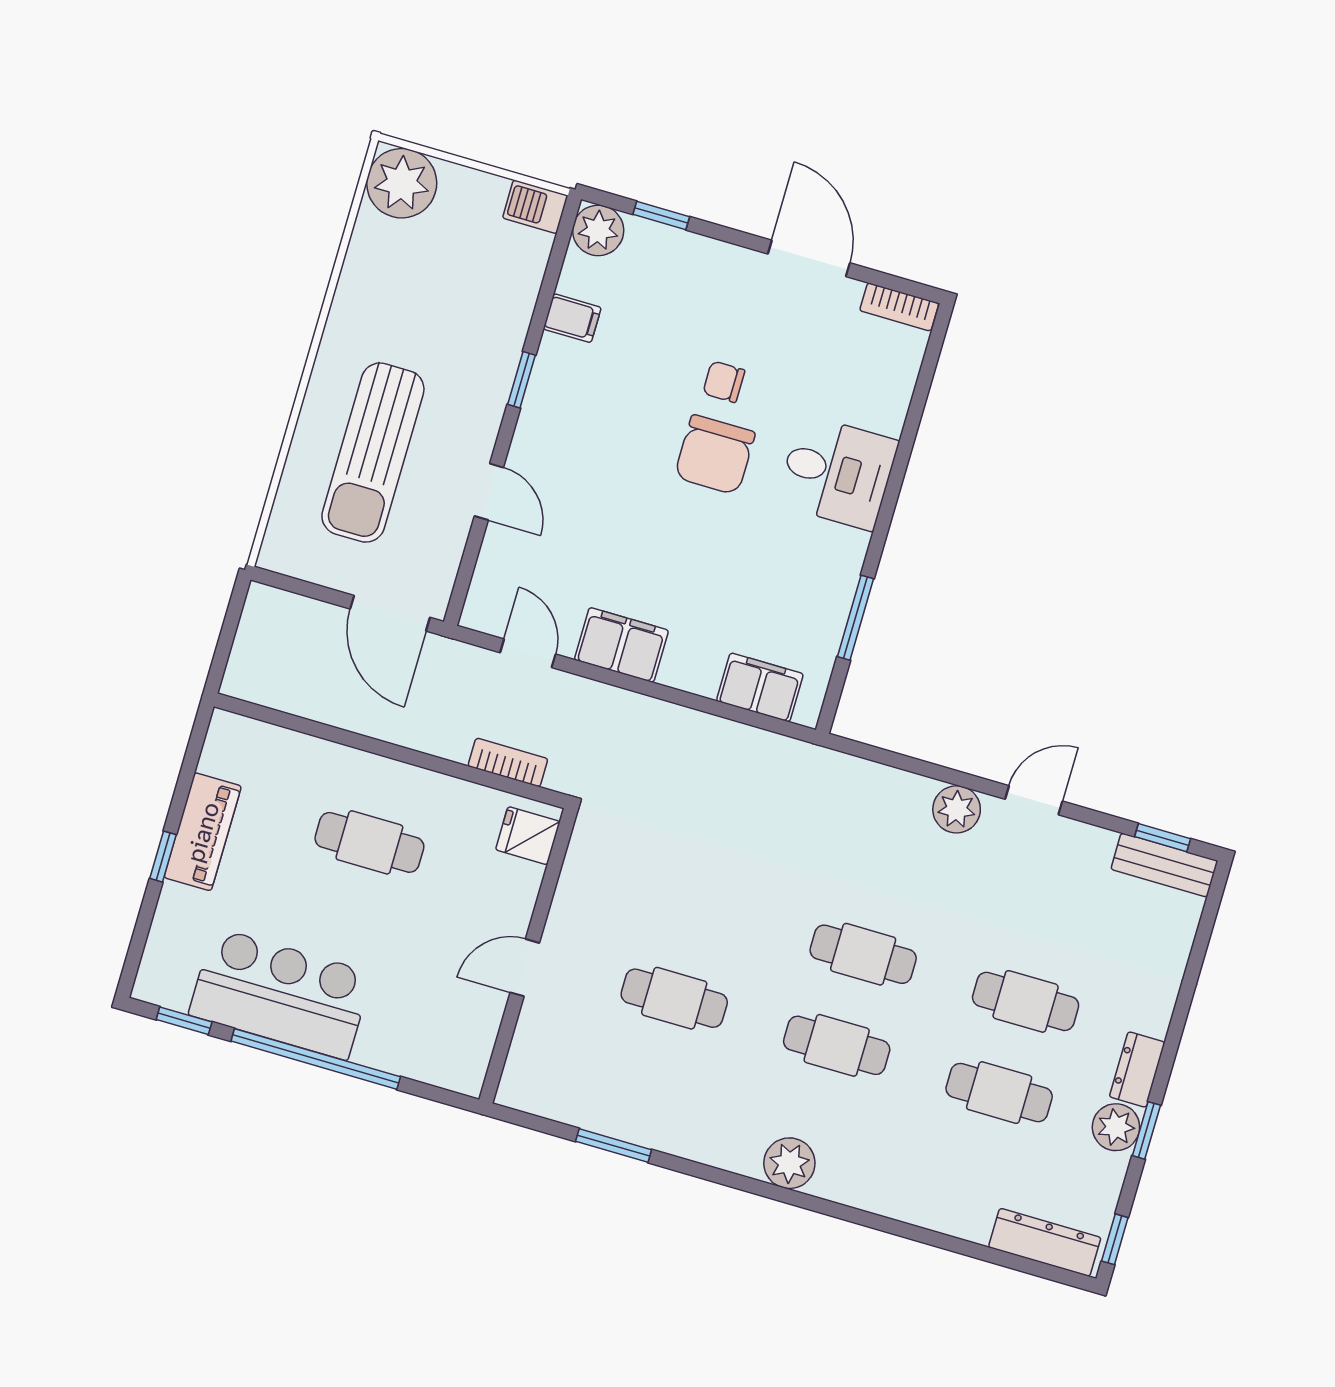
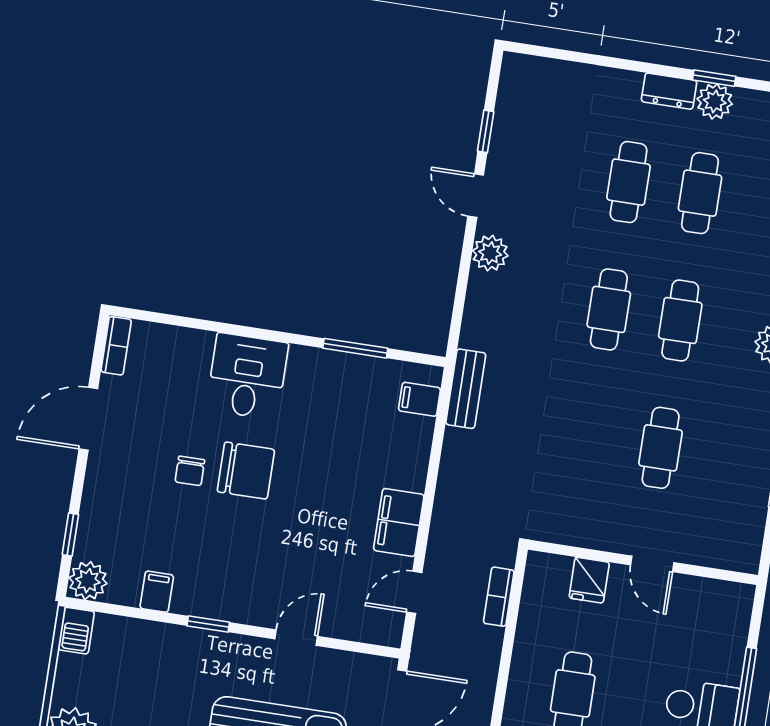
filing cabinet: (760, 687) -> (420, 399), width x0.50
fridge: (528, 836) -> (589, 580), moved
window: (1163, 838) -> (486, 131), moved
bench: (1164, 865) -> (466, 389), moved

